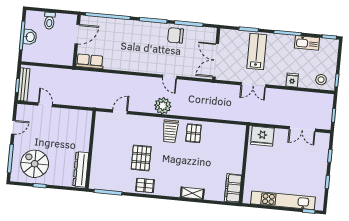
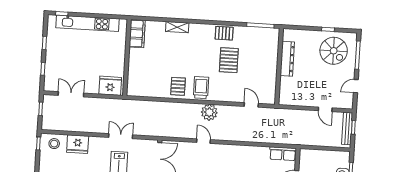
fridge: (292, 80) -> (78, 144), width x1.88, depth x1.34
door: (120, 112) -> (251, 105), swing flipped
dresser: (81, 169) -> (287, 59), moved

